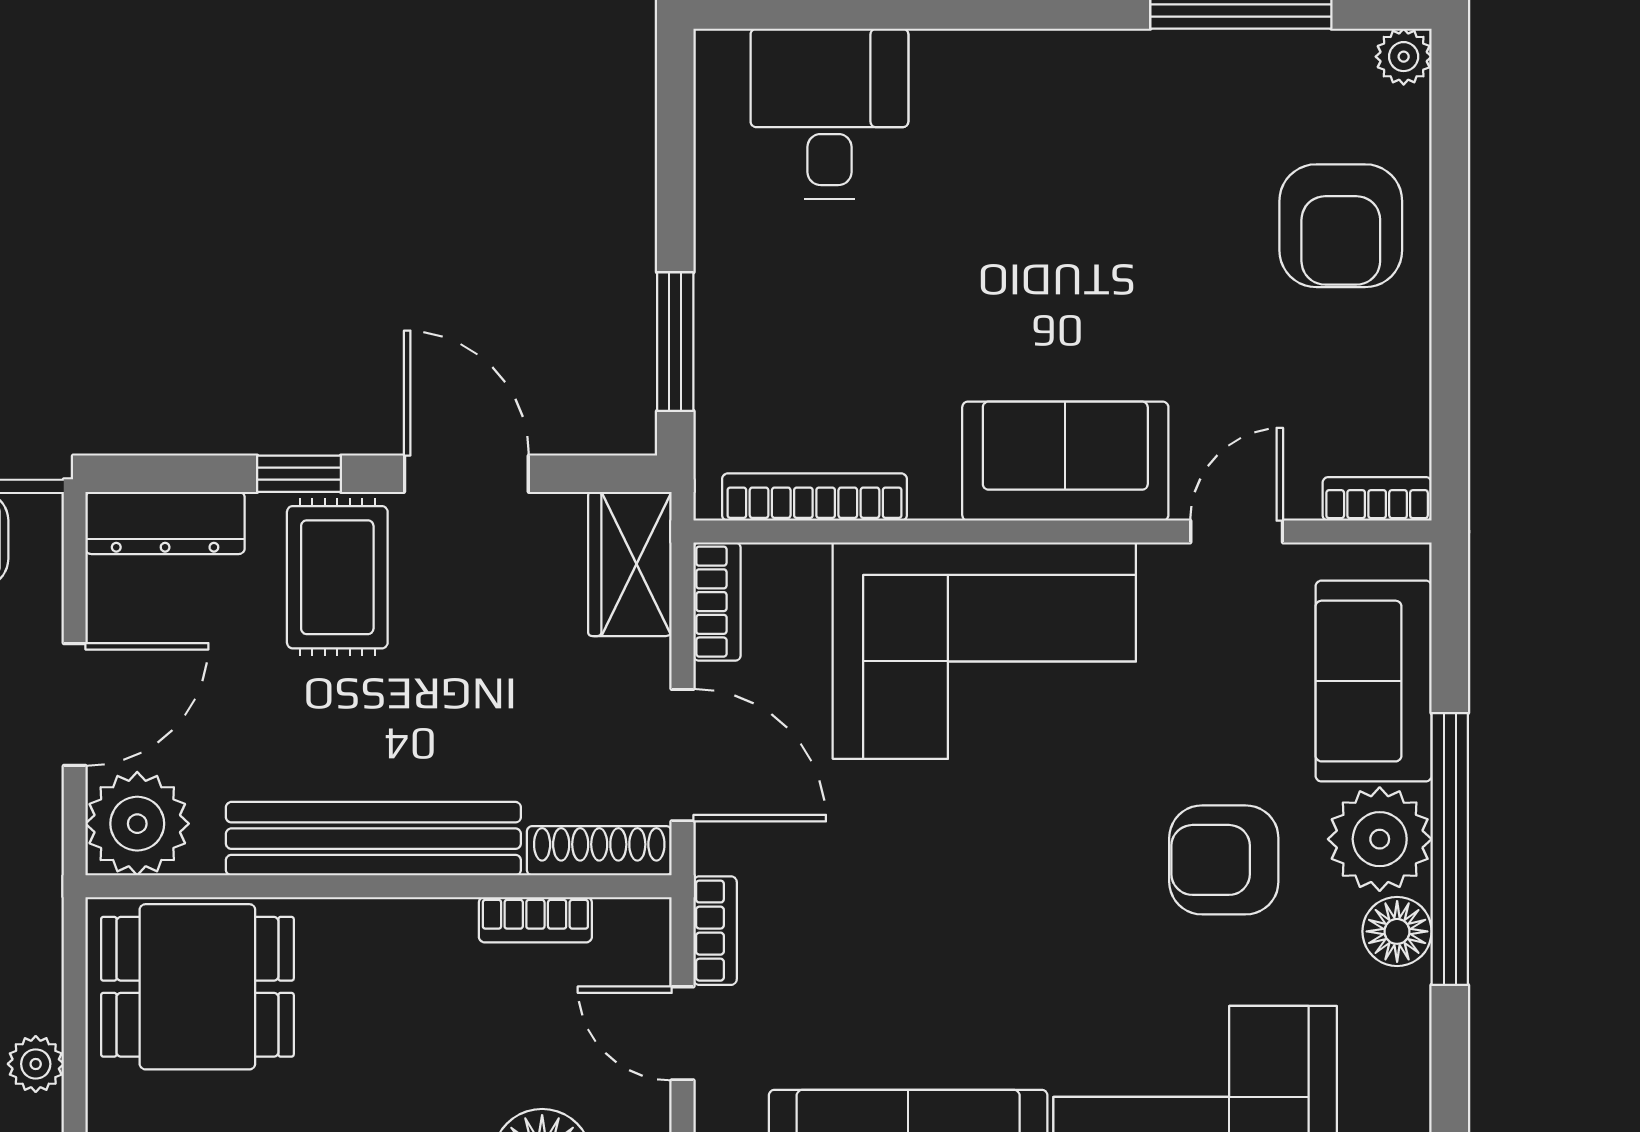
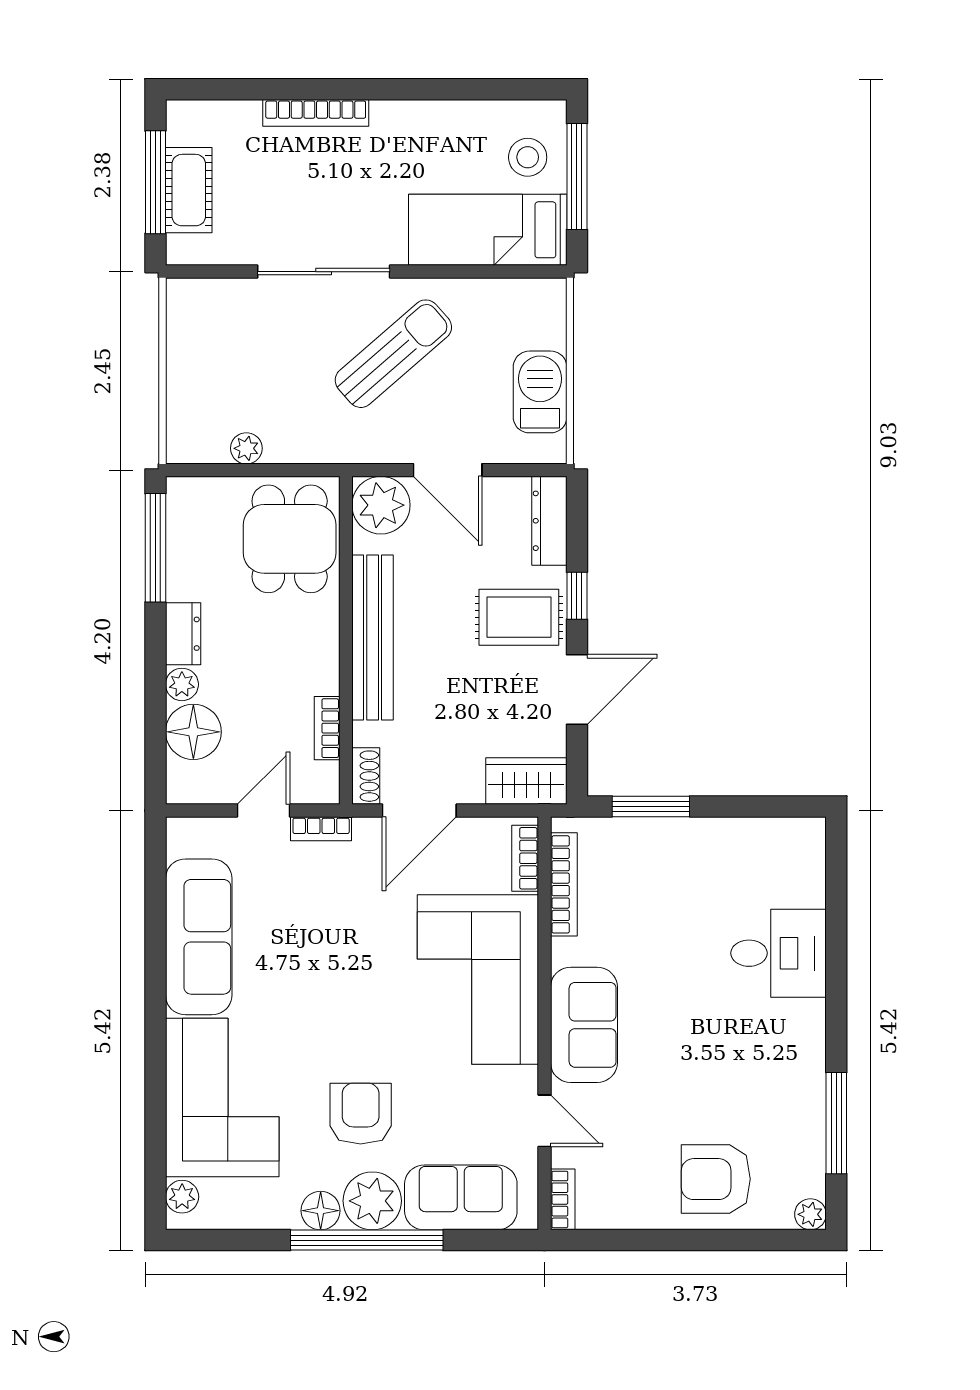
desk: (829, 114) -> (779, 953), moved
bookcase: (717, 602) -> (525, 858), moved, turned 90
shoe rack: (599, 851) -> (366, 776), width x0.70

